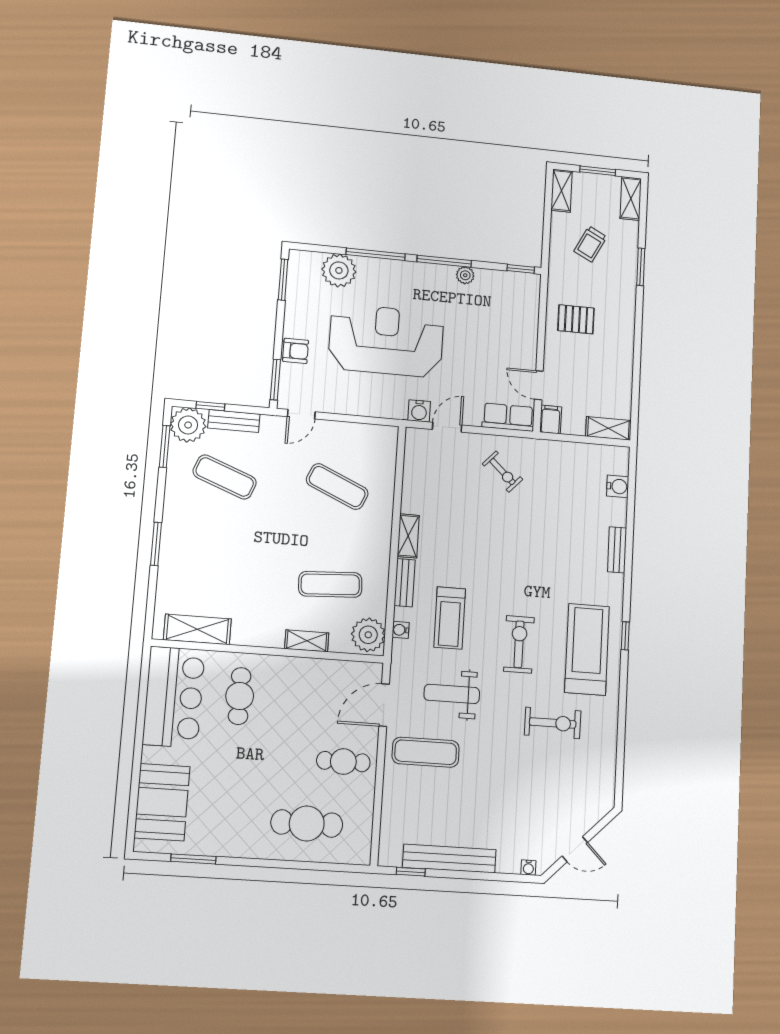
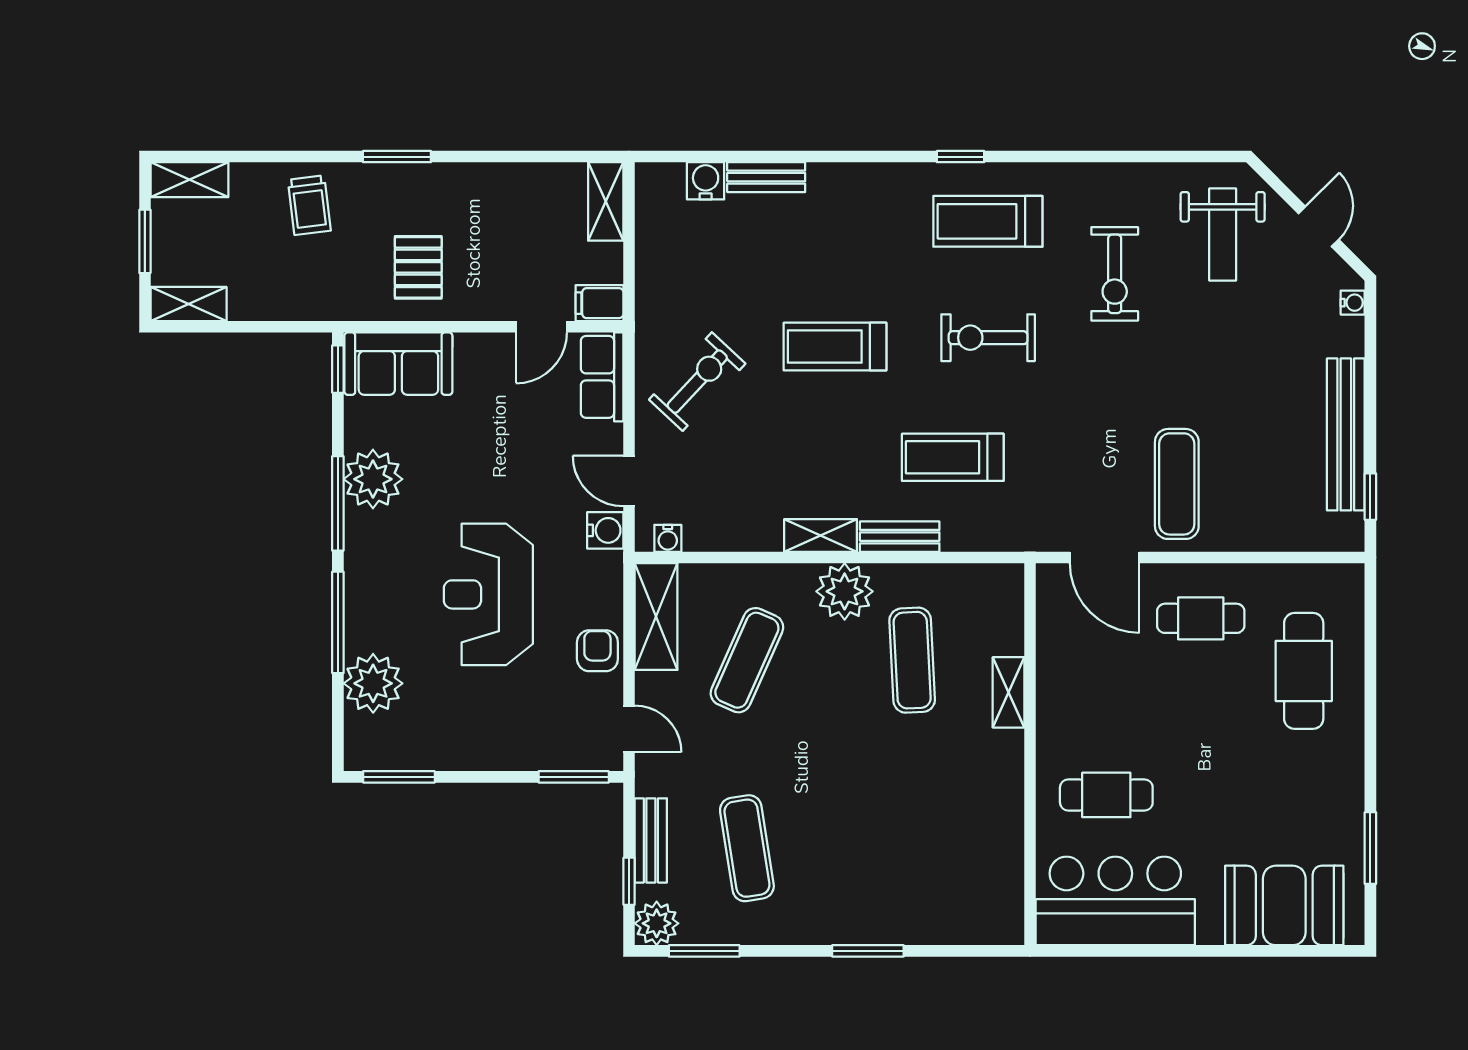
trolley: (590, 244) -> (309, 205), moved, turned 56
window: (641, 267) -> (397, 157), moved
plant: (465, 275) -> (373, 479), width x1.88, depth x1.88
sofa: (522, 303) -> (398, 364), added
reception desk: (386, 341) -> (488, 594), width x0.74, depth x0.77
armchair: (296, 351) -> (597, 651), moved
plant: (188, 425) -> (657, 923), width x0.73, depth x0.73
exercise bike: (502, 472) -> (697, 382), width x1.38, depth x1.39
exercise mat: (225, 477) -> (747, 848), turned -30
bench: (617, 550) -> (766, 177), moved
treadmill: (519, 553) -> (835, 347), added
treadmill: (450, 618) -> (953, 457), turned 180
shelving: (197, 629) -> (656, 617), moved
water cooler: (401, 630) -> (668, 538), moved
plant: (368, 635) -> (845, 591), moved
treadmill: (587, 649) -> (988, 221), width x0.73, depth x0.73
weight bench: (452, 694) -> (1223, 234), moved
exercise bike: (553, 723) -> (1115, 274), turned 180
cafe table: (343, 762) -> (1201, 618), turned 90

